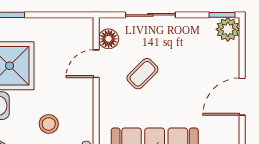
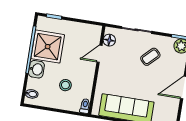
coffee table: (142, 74) -> (150, 57), moved

